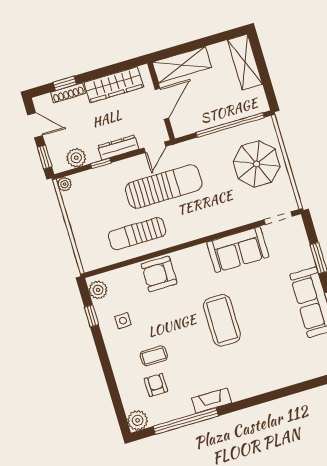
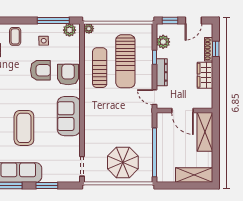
wardrobe: (114, 85) -> (205, 75), width x0.67
plant: (64, 184) -> (89, 29), moved
sun lounger: (164, 187) -> (125, 61), moved
sofa: (238, 250) -> (69, 116), moved
armchair: (164, 313) -> (40, 70), added
window: (92, 316) -> (53, 20), width x2.17
coffee table: (222, 320) -> (24, 128), moved, turned 90
coffee table: (154, 356) -> (15, 36), moved

